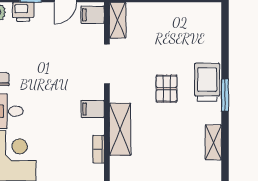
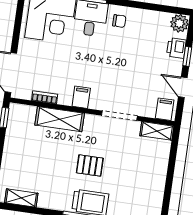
shelving: (213, 142) -> (21, 198), moved

